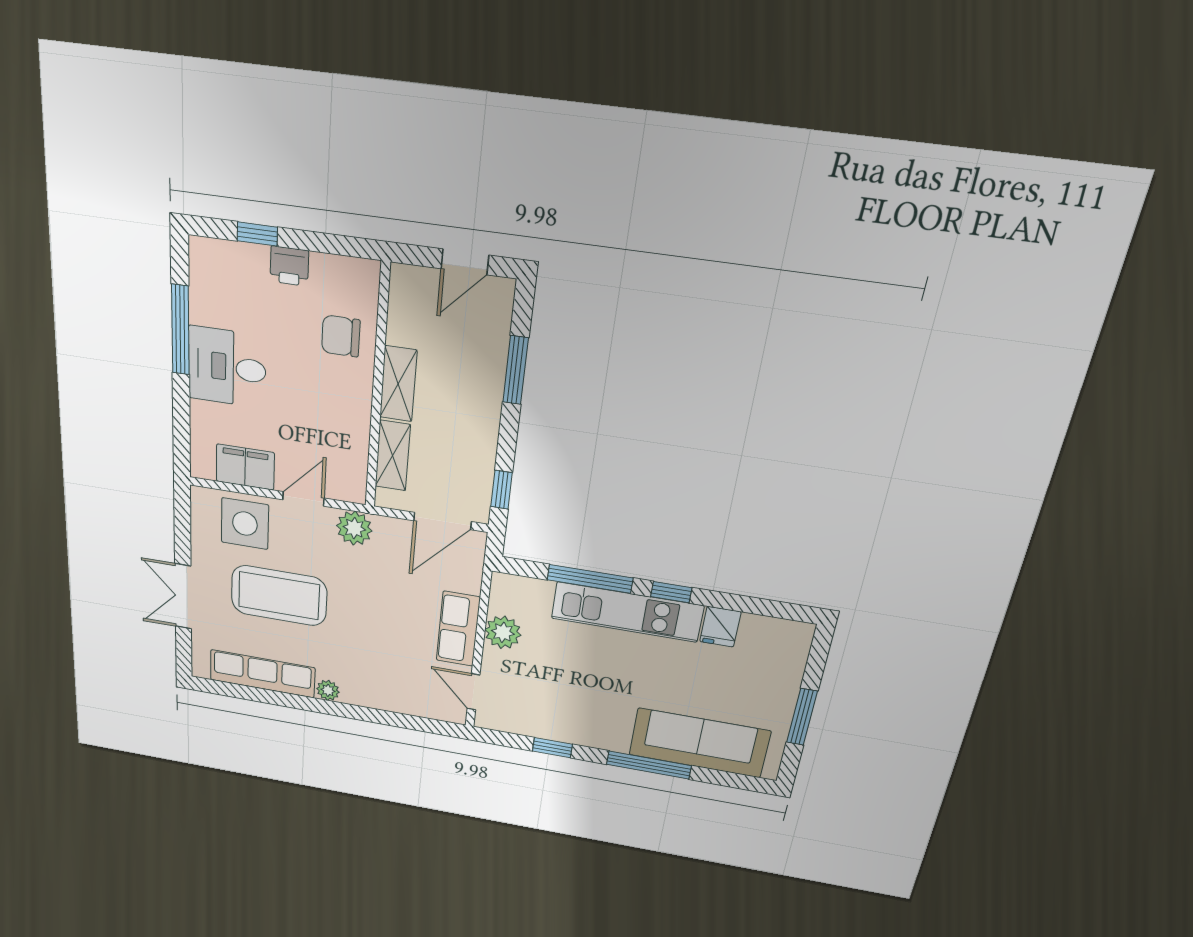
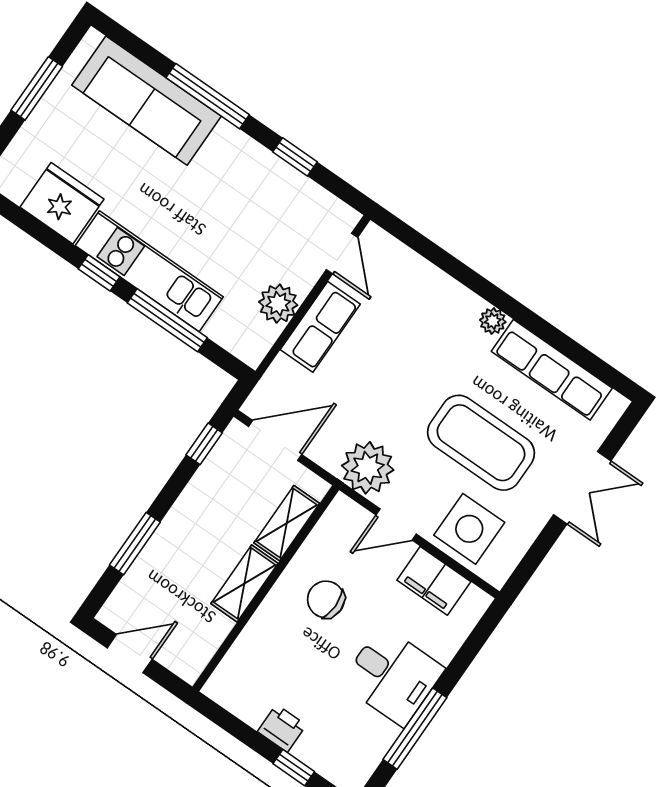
chair: (341, 336) -> (326, 599), moved, turned 180
plant: (354, 528) -> (368, 468), width x1.36, depth x1.36
fridge: (720, 627) -> (62, 203), width x1.88, depth x1.34

